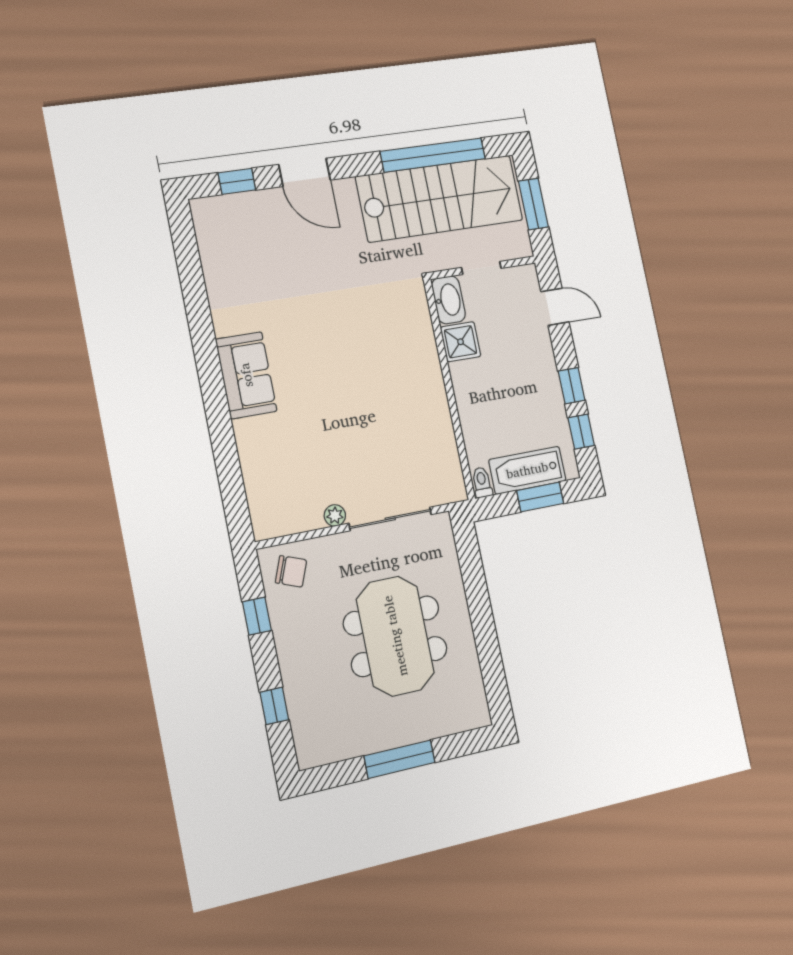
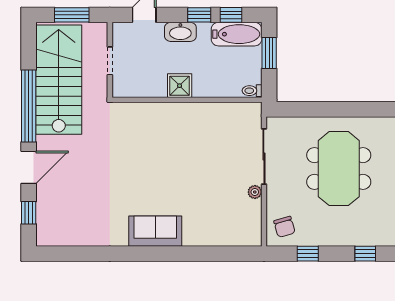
window: (433, 155) -> (29, 106), moved
washbasin: (448, 300) -> (180, 32), moved, turned 180
shower: (461, 342) -> (180, 86), moved
bathtub: (527, 470) -> (237, 34), moved, turned -90
chair: (291, 571) -> (284, 227), turned 143
meeting table: (395, 636) -> (339, 169), turned 90

